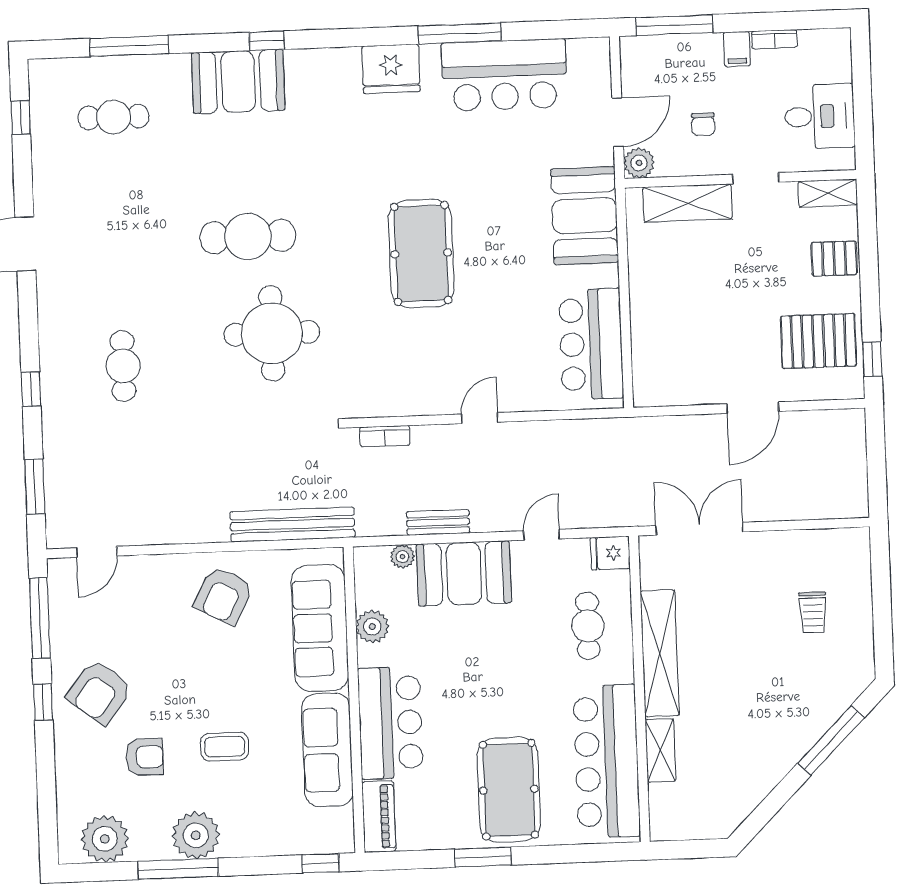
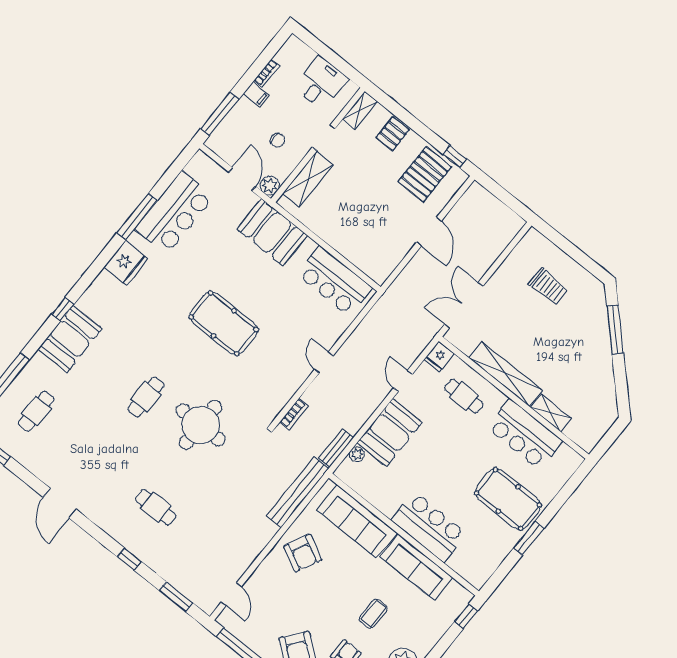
cafe table: (248, 236) -> (146, 397), width x0.73, depth x0.74
bench: (438, 522) -> (336, 448), moved
trolley: (813, 612) -> (548, 286), width x1.36, depth x1.39
plant: (372, 627) -> (377, 497), removed
bar counter: (607, 761) -> (525, 434), width x0.73
piano: (379, 817) -> (468, 570), removed

